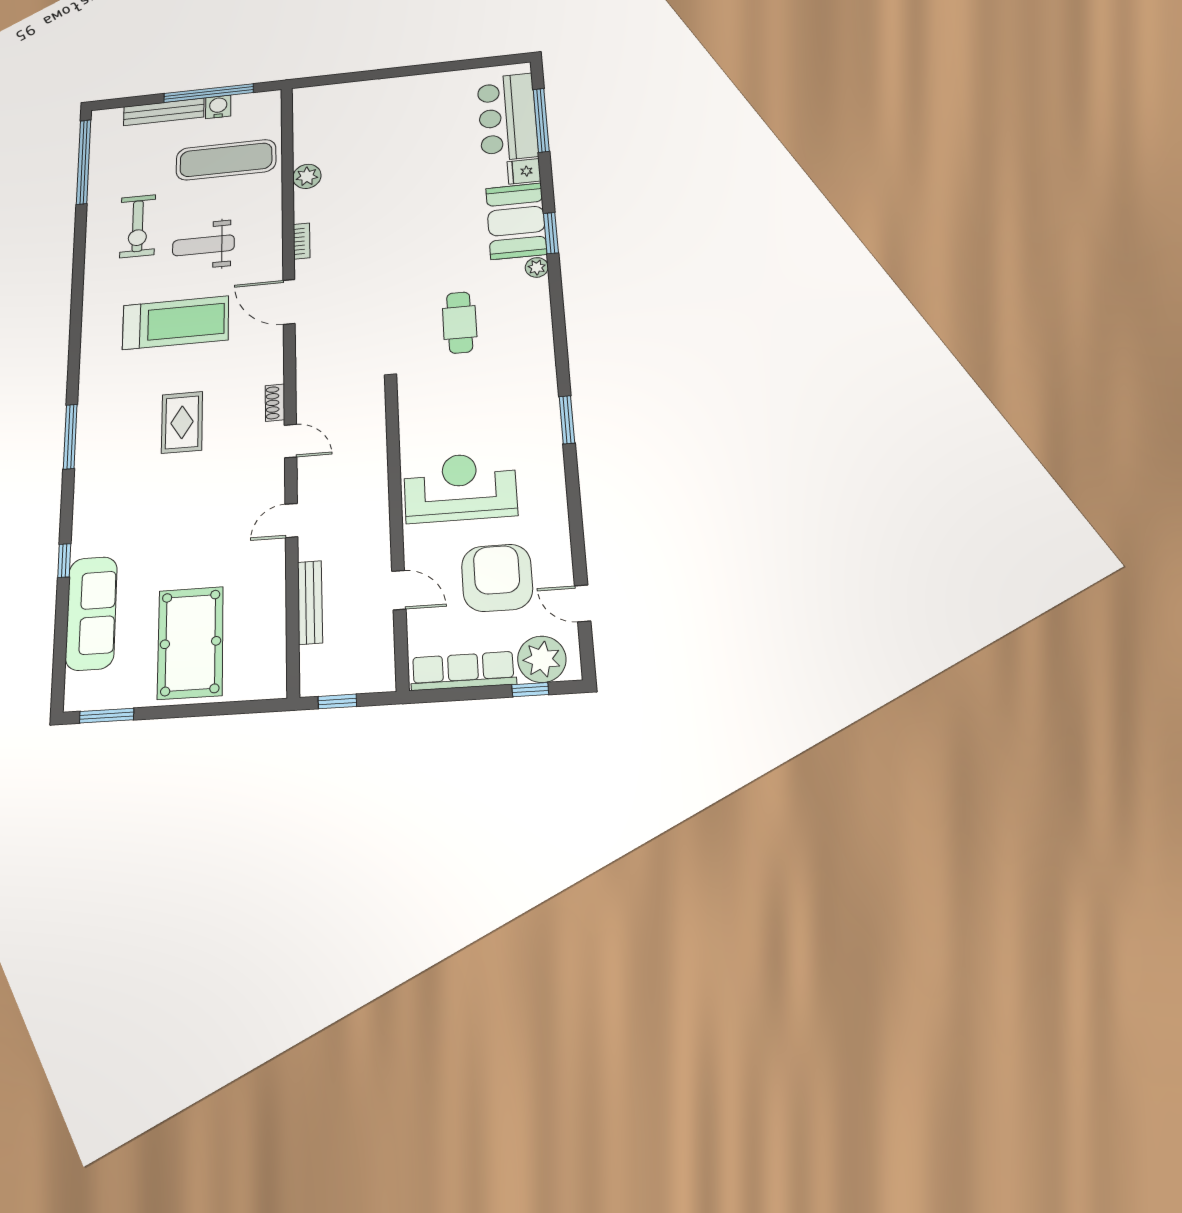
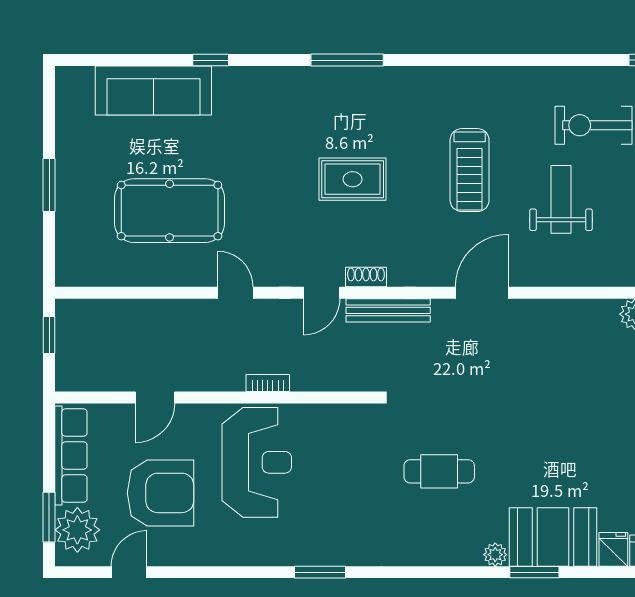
bookcase: (302, 241) -> (268, 383), moved, turned 180
treadmill: (175, 323) -> (470, 170), width x0.73, depth x0.73
bench: (310, 602) -> (388, 310), moved
pool table: (190, 643) -> (170, 211), moved
window: (530, 690) -> (49, 517), width x1.50
window: (107, 716) -> (49, 185), moved

